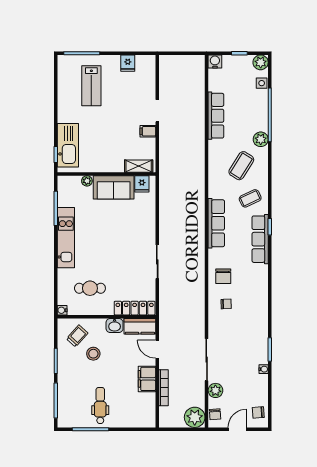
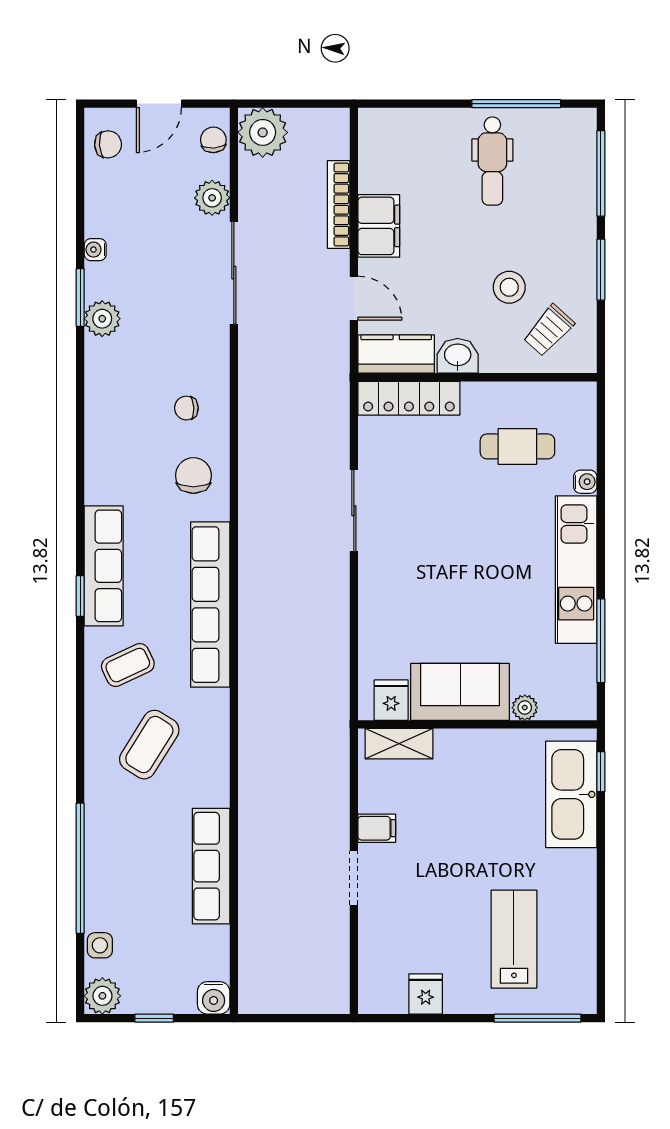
plant: (261, 139) -> (102, 319), moved
row of seats: (216, 223) -> (210, 605), width x1.36
water cooler: (62, 310) -> (585, 482), moved

